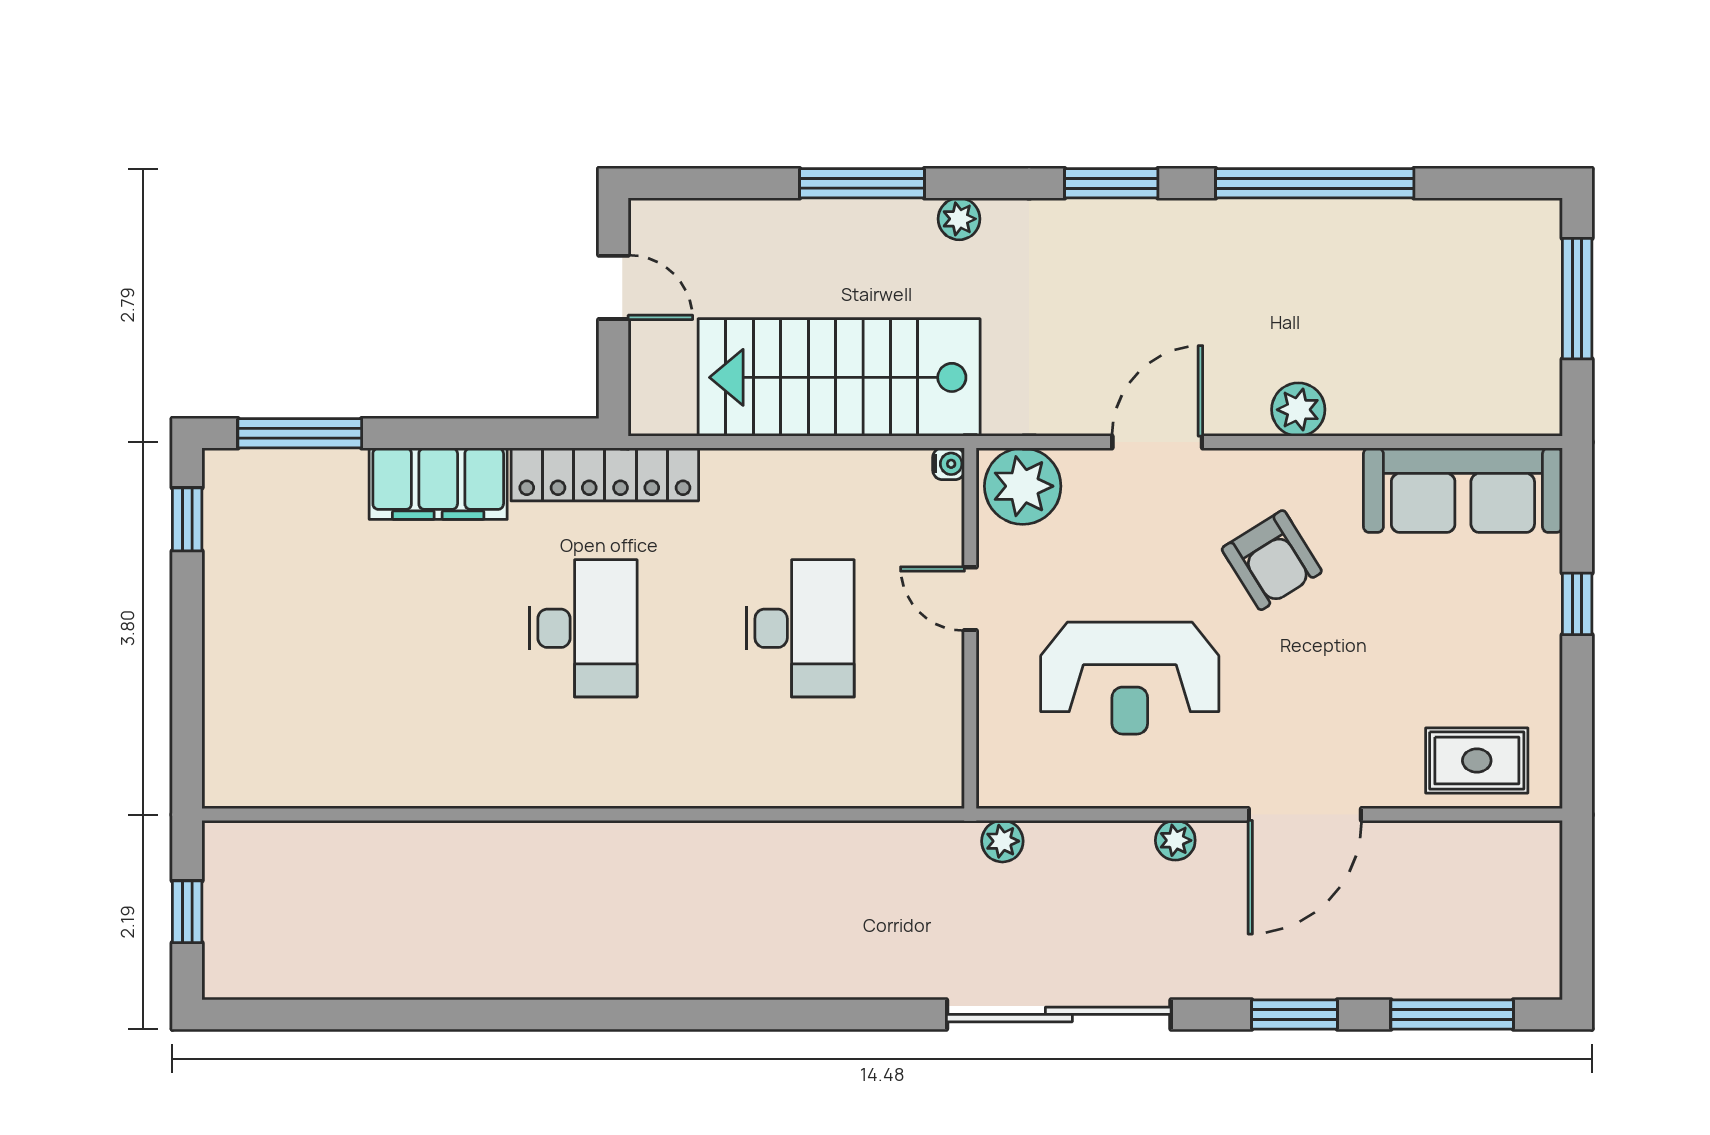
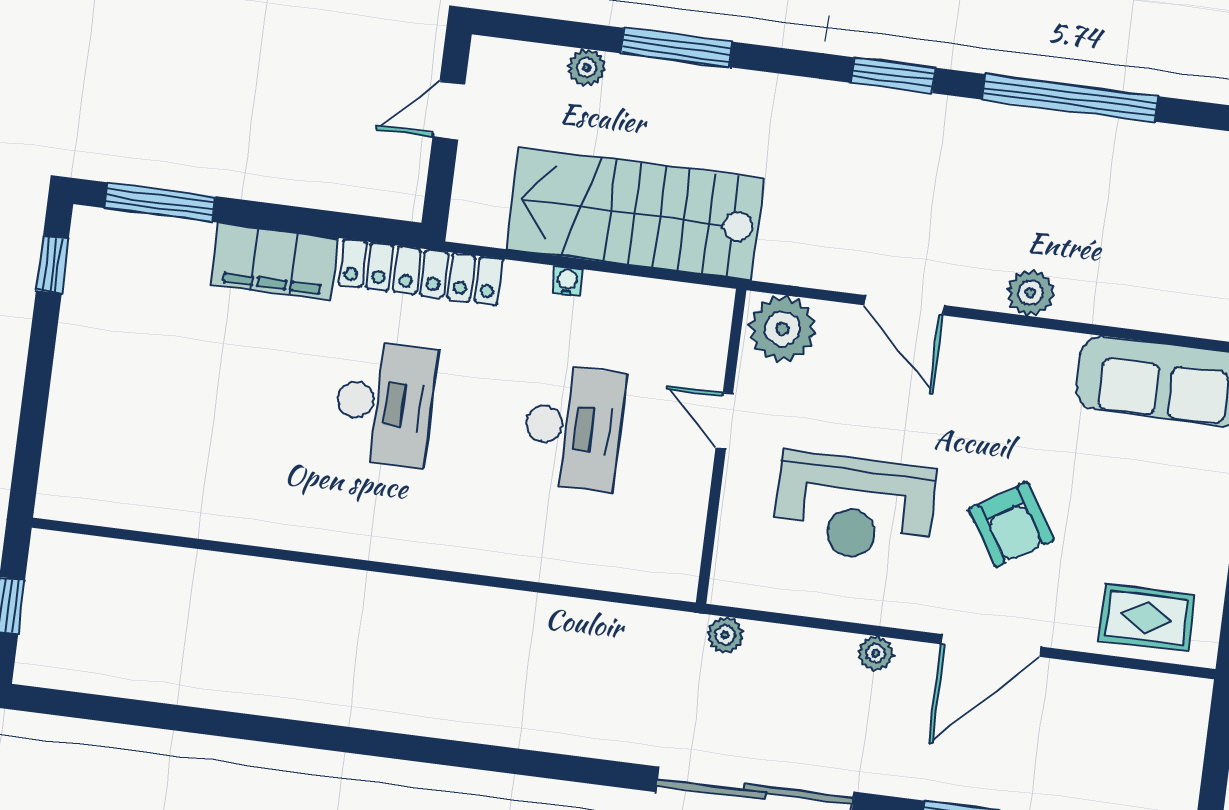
plant: (959, 219) -> (587, 67), moved
door: (614, 287) -> (449, 110), swing flipped
door: (1157, 442) -> (904, 305), swing flipped
water cooler: (949, 464) -> (567, 281), moved, turned -90
armchair: (1272, 560) -> (1011, 525), moved

